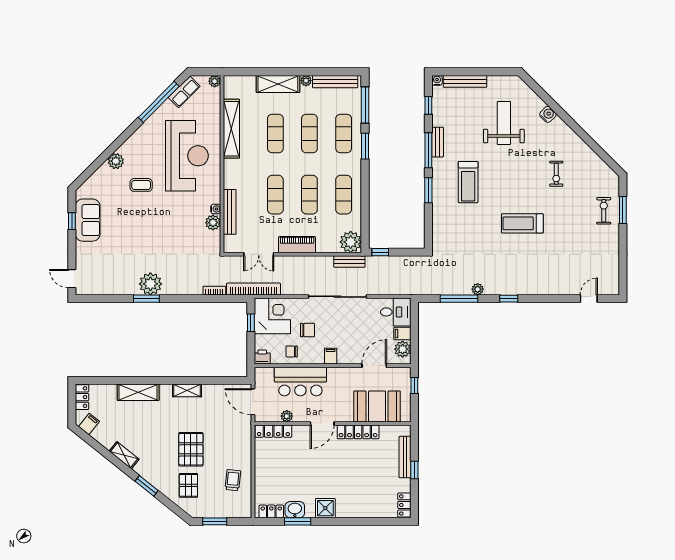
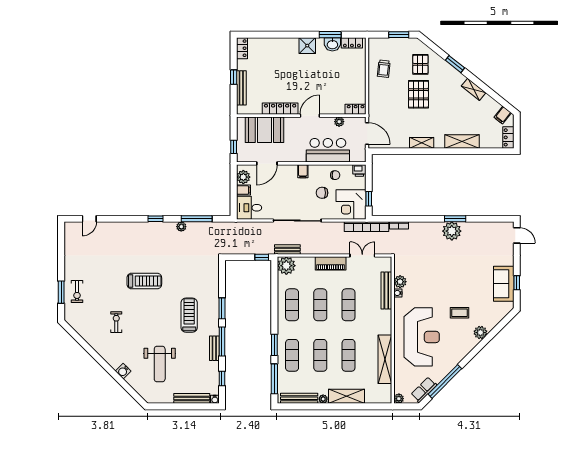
reception desk: (187, 156) -> (422, 337), turned 180
locker: (273, 431) -> (356, 109), width x0.66

